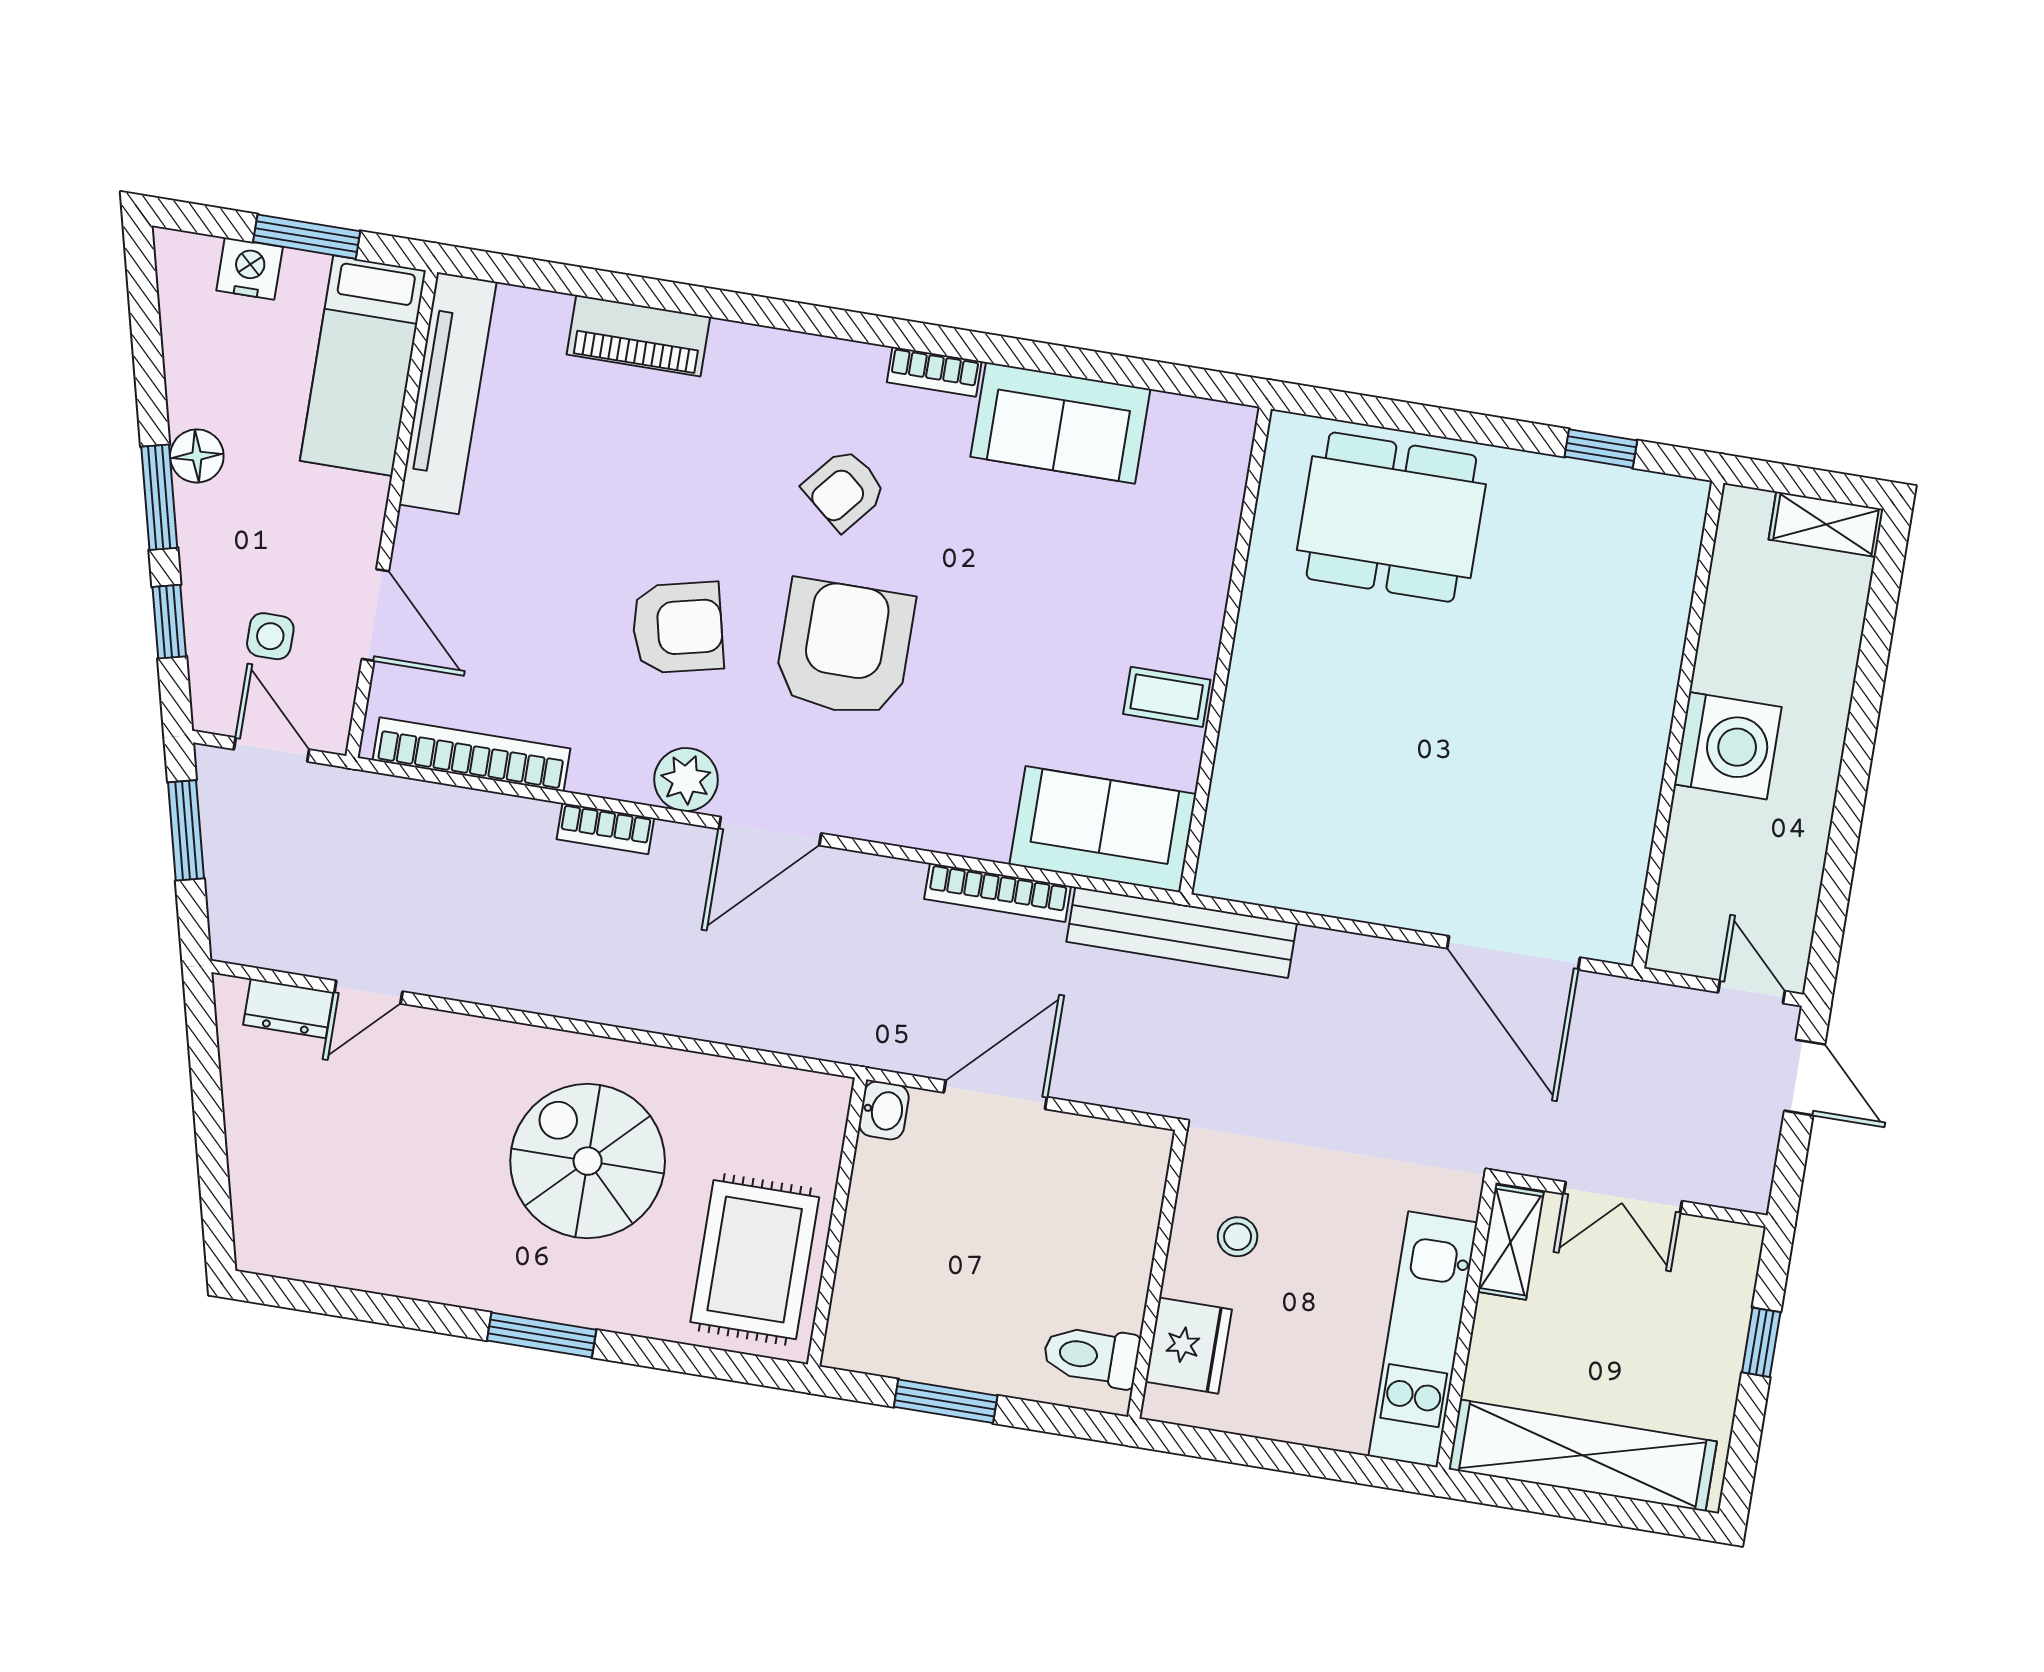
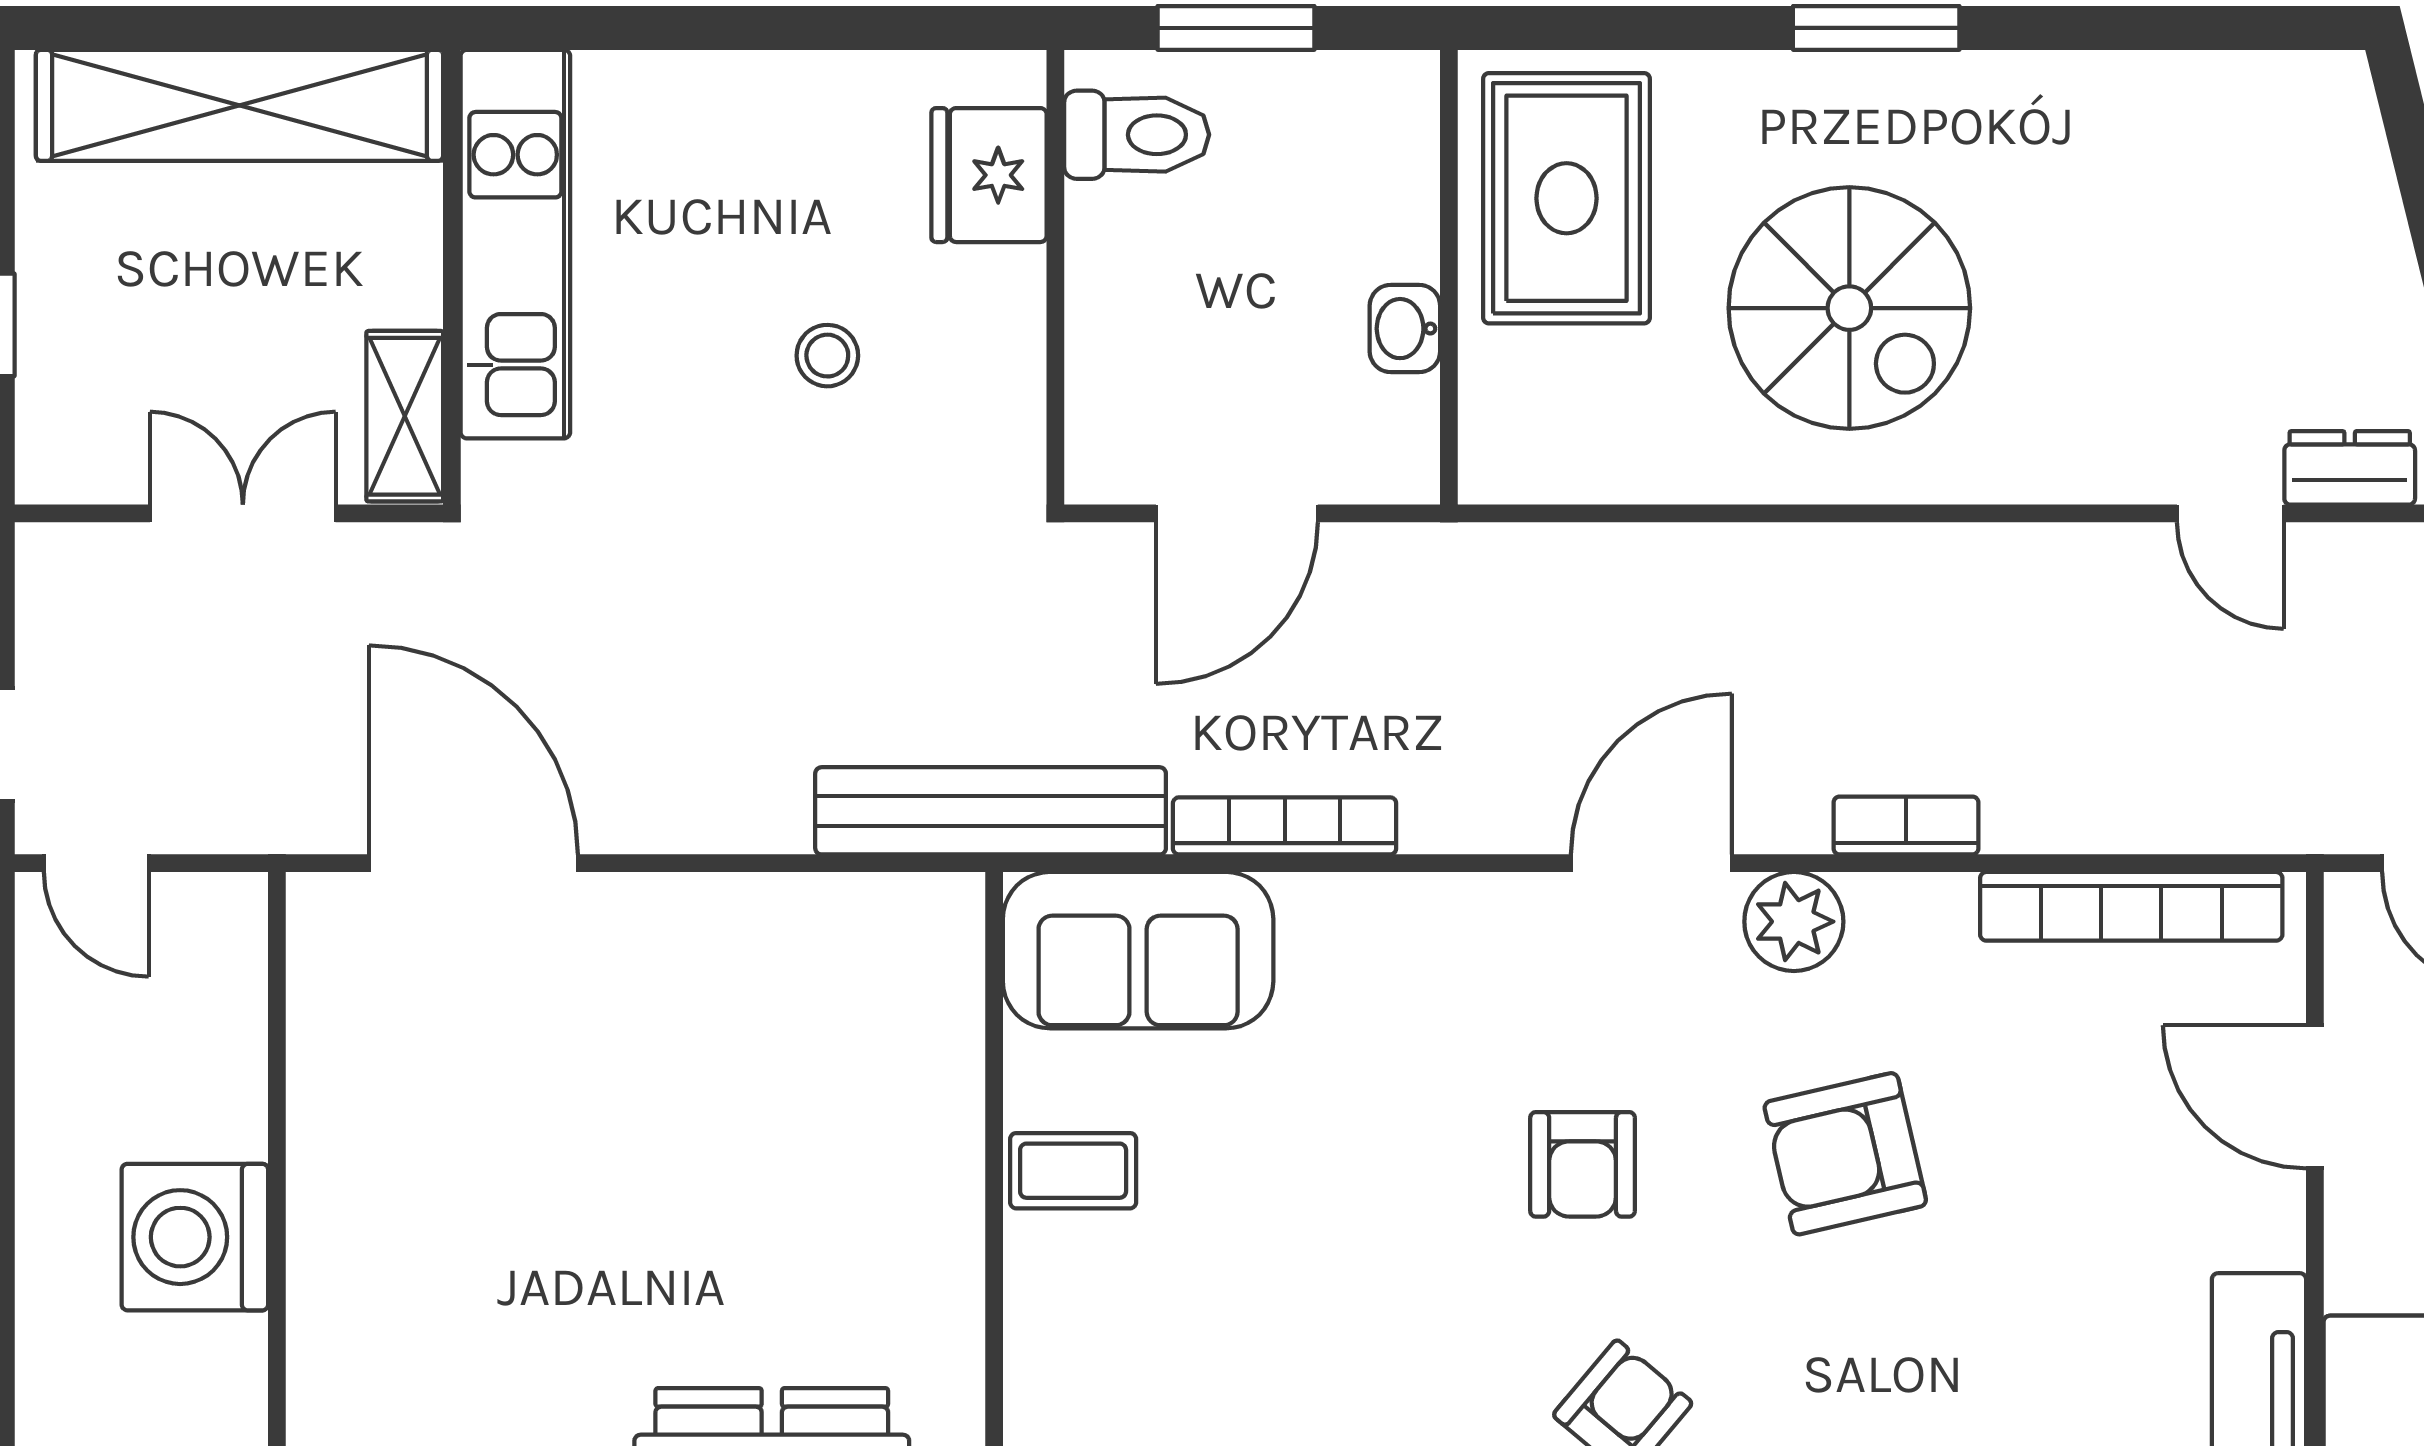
armchair: (844, 648) -> (1583, 1164), width x0.53, depth x0.53
door: (368, 992) -> (2230, 513), swing flipped
washbasin: (884, 1110) -> (1405, 329), moved
wall: (1157, 1274) -> (1055, 277), moved
fridge: (1189, 1346) -> (989, 175), moved
toilet: (1091, 1356) -> (1137, 135), moved

